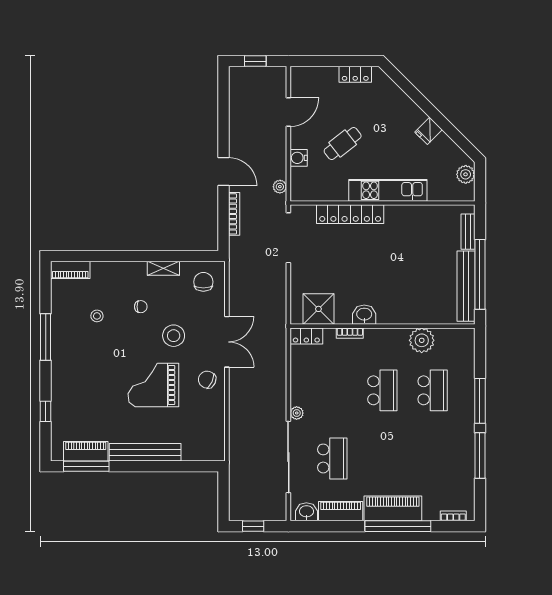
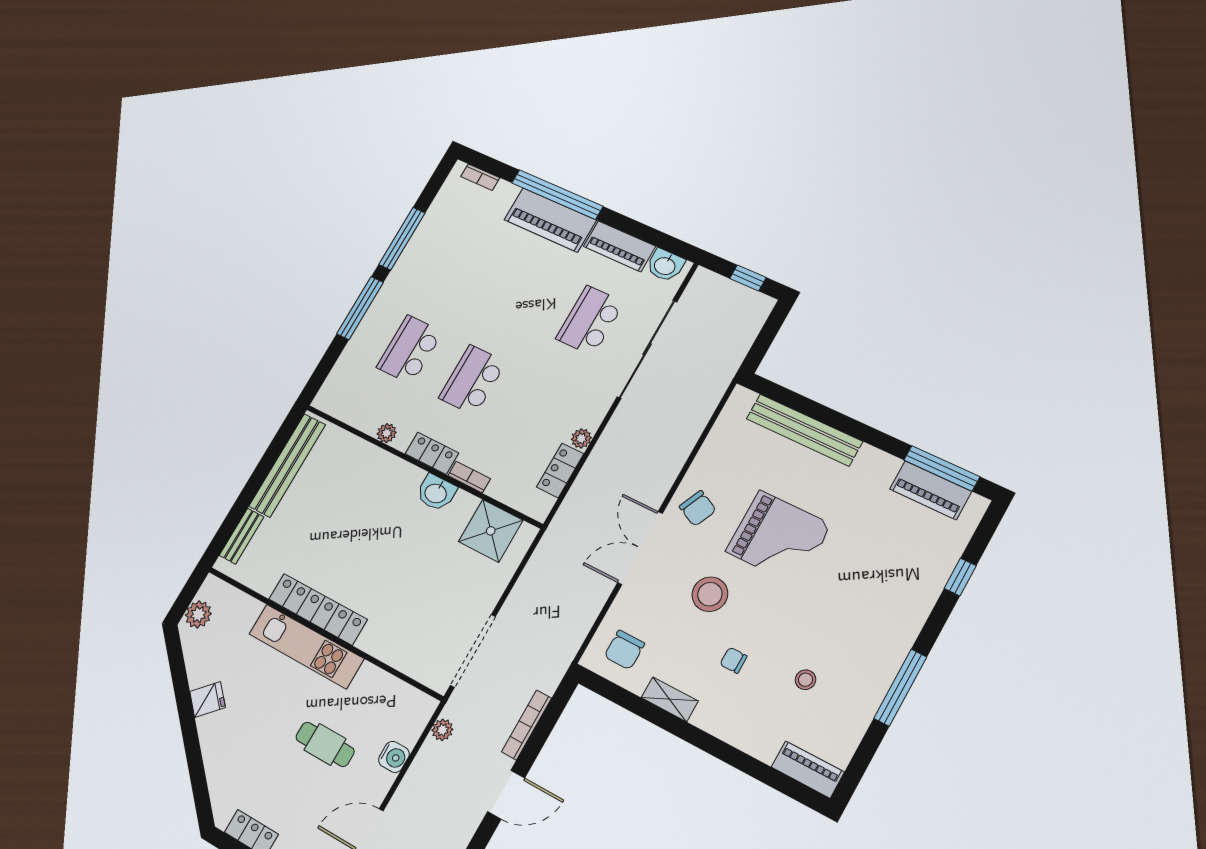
cafe table: (343, 144) -> (325, 744), turned 38
door: (223, 172) -> (506, 795), swing flipped
locker: (350, 214) -> (318, 609), moved
window: (480, 274) -> (261, 472), removed
locker: (306, 336) -> (560, 470), moved, turned -90
locker: (381, 336) -> (432, 453), added
plant: (422, 340) -> (387, 433), width x0.53, depth x0.53
plant: (297, 413) -> (581, 438), moved
bench: (145, 452) -> (804, 430), moved

